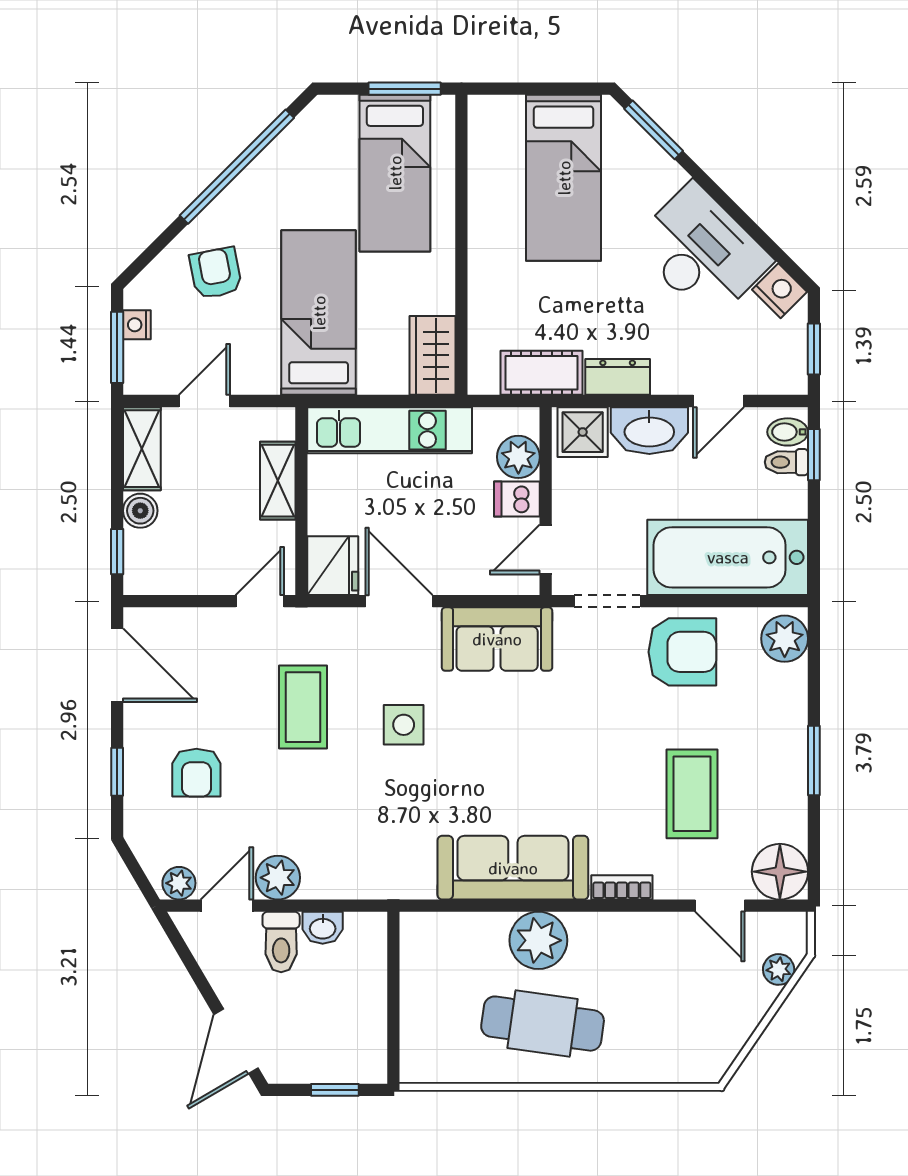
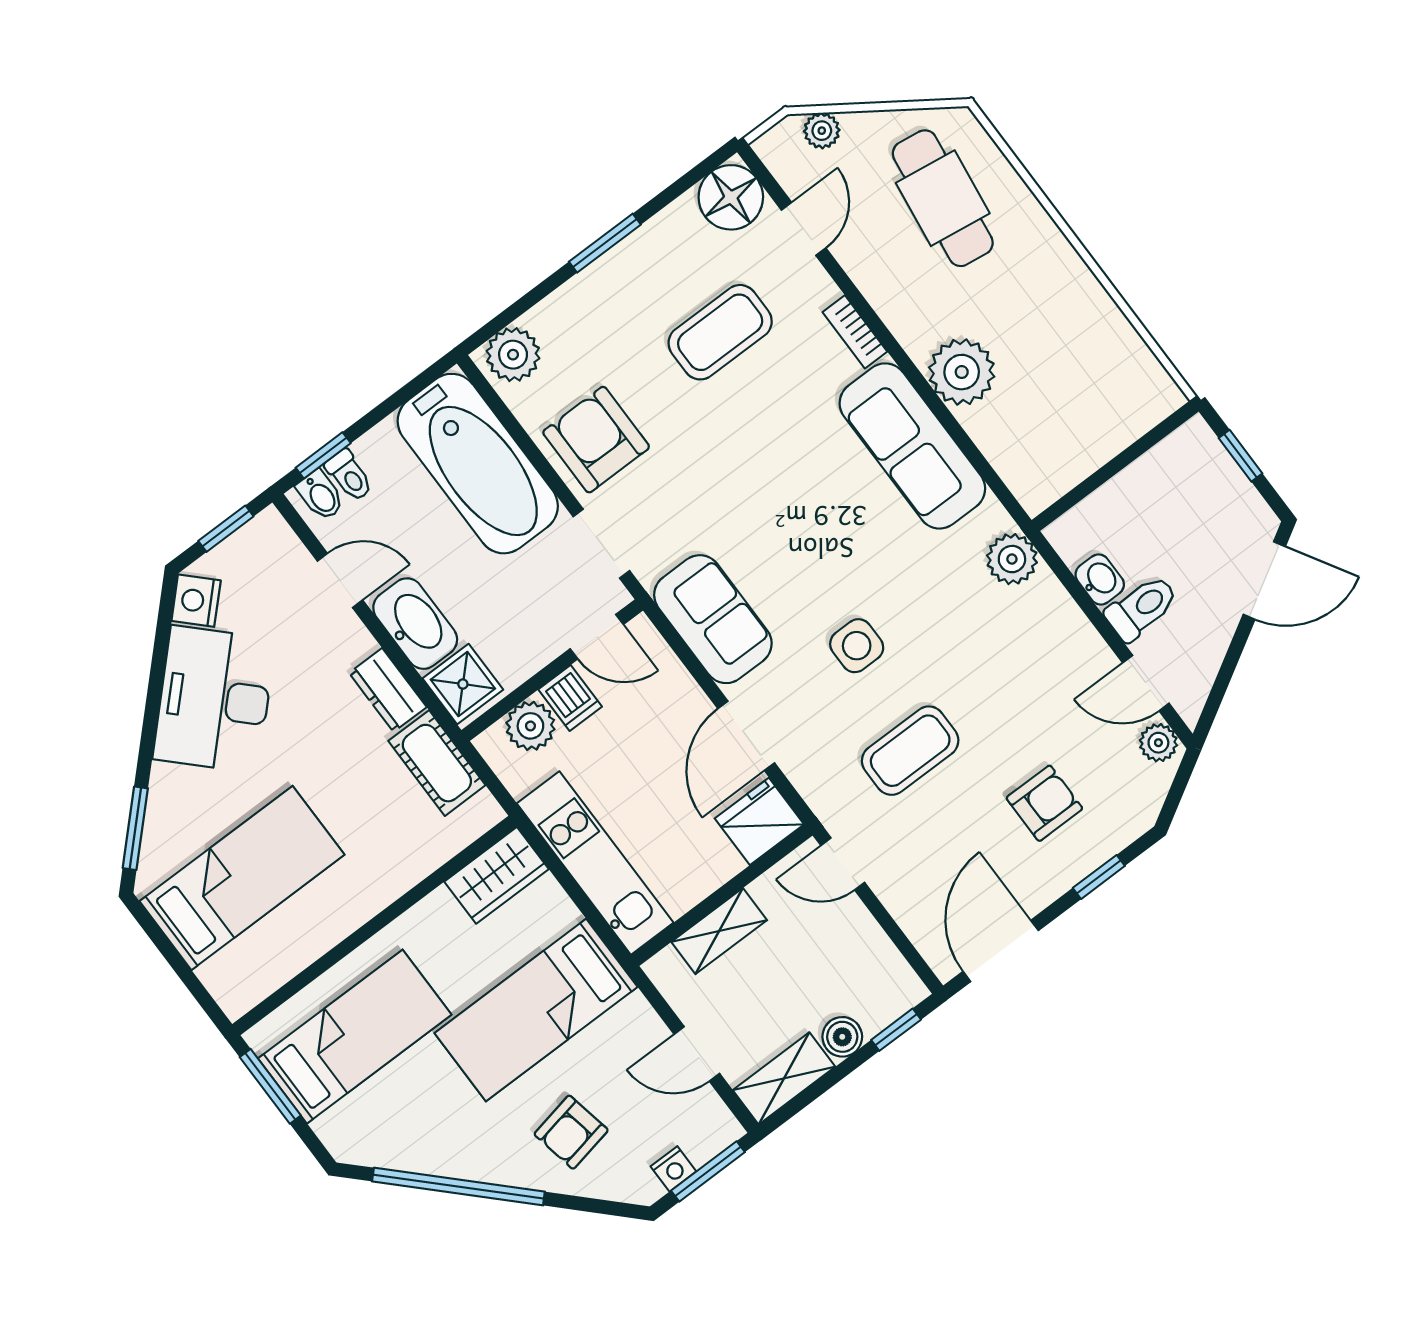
plant: (278, 878) -> (1012, 559), moved
cafe table: (543, 1024) -> (943, 198), moved

